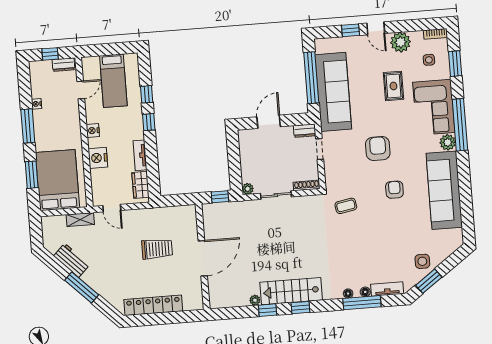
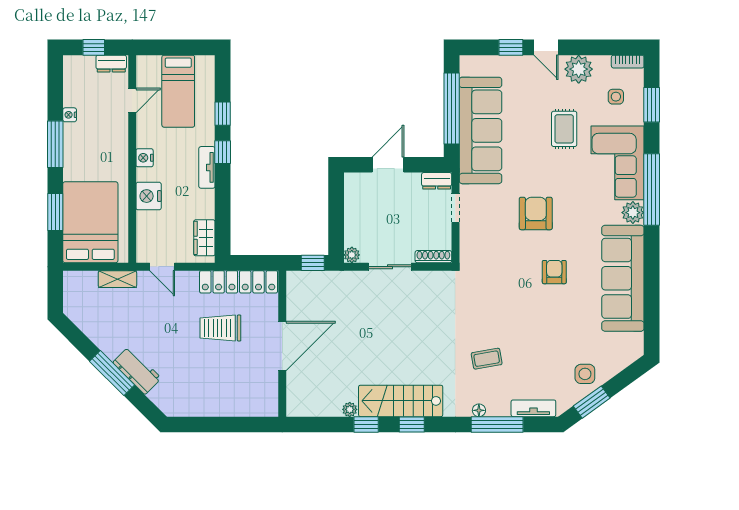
tv unit: (140, 155) -> (207, 167), moved
coffee table: (346, 206) -> (487, 359), moved
trolley: (157, 249) -> (220, 328), turned 180
workbench: (72, 260) -> (137, 370), moved
floor lamp: (365, 292) -> (503, 410), removed
locker: (153, 305) -> (239, 282), moved, turned 180

